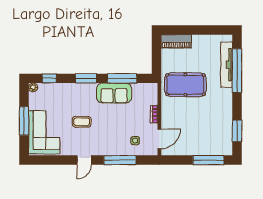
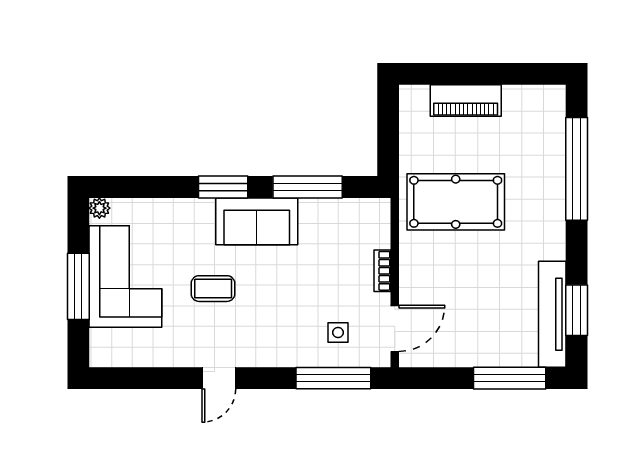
piano: (176, 41) -> (466, 100), moved
tv unit: (227, 65) -> (552, 314), moved
window: (49, 78) -> (137, 187), removed
sofa: (114, 93) -> (257, 221), moved
corner sofa: (44, 132) -> (125, 277), moved
window: (120, 160) -> (333, 378), moved

